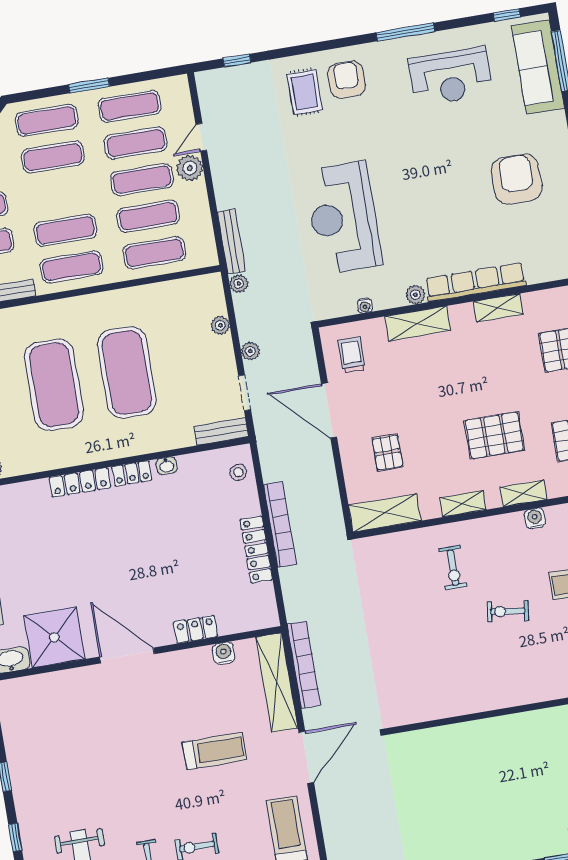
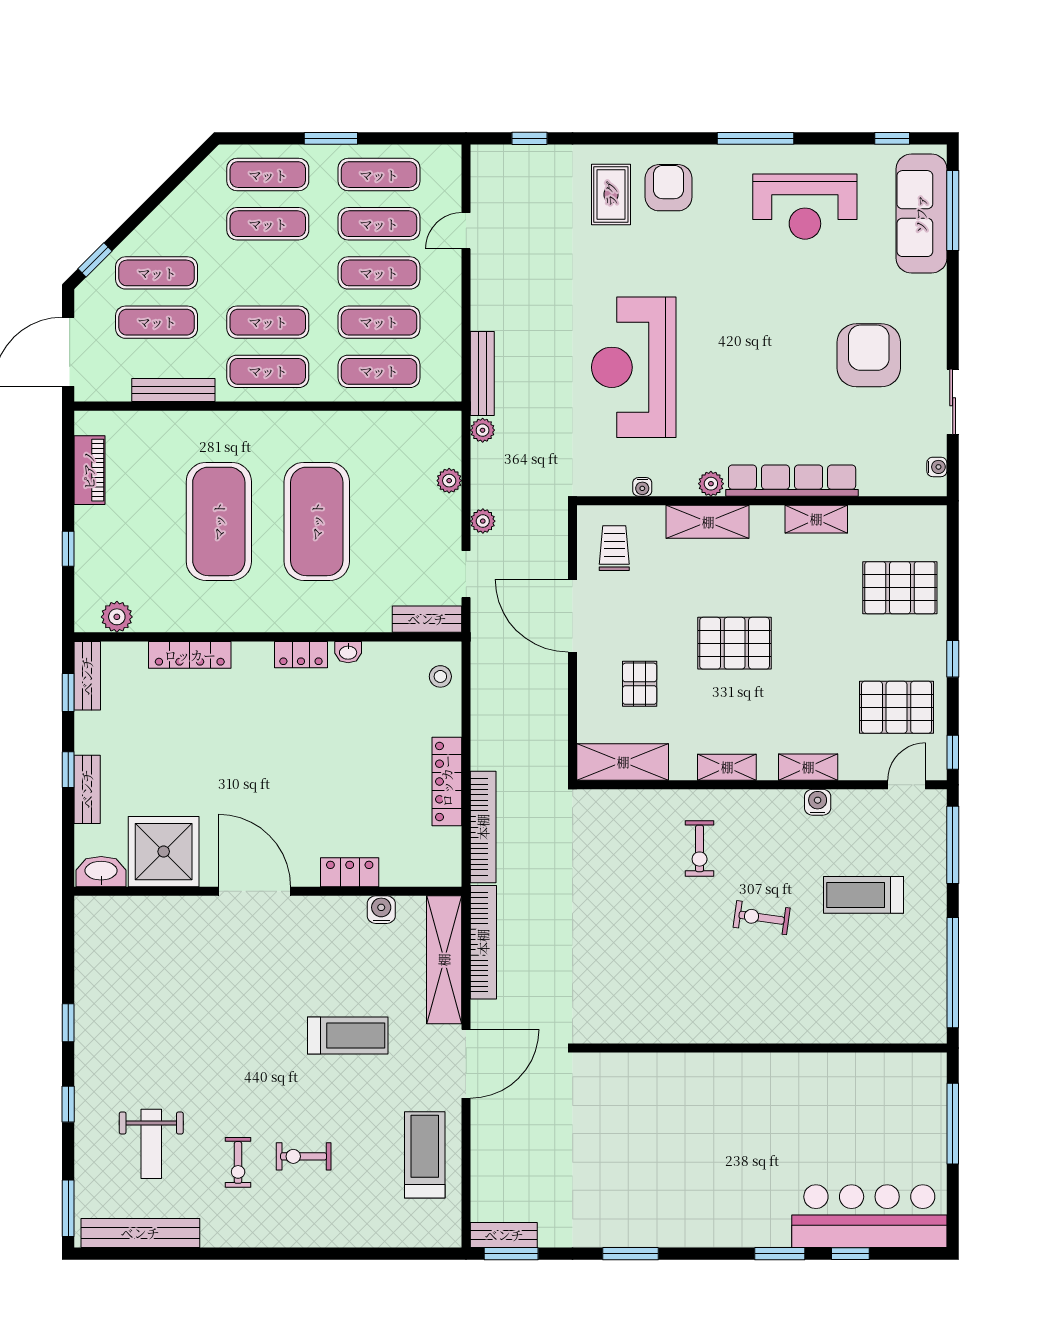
plant: (190, 168) -> (444, 268), removed
pallet: (494, 435) -> (735, 643), moved
locker: (80, 482) -> (190, 655), moved
bookcase: (280, 525) -> (483, 827), moved

